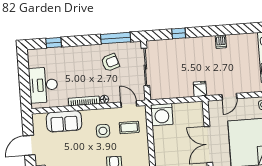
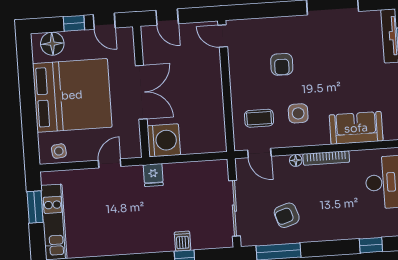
dishwasher: (221, 42) -> (183, 241), moved
washing machine: (162, 115) -> (164, 140), moved, turned 90

